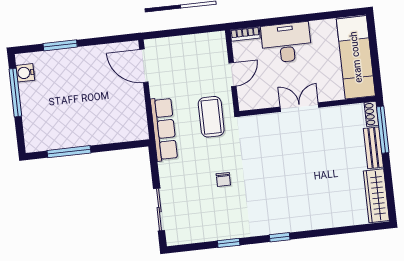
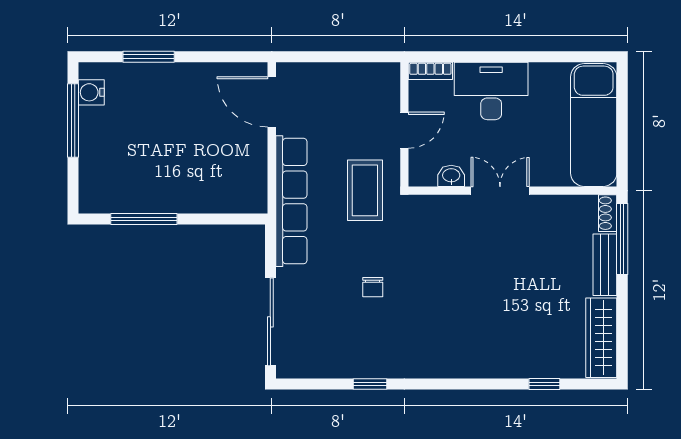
washbasin: (266, 101) -> (451, 176), added
row of seats: (164, 129) -> (291, 201), width x1.36
sliding door: (159, 210) -> (270, 322), width x1.37
window: (280, 237) -> (544, 384), moved

